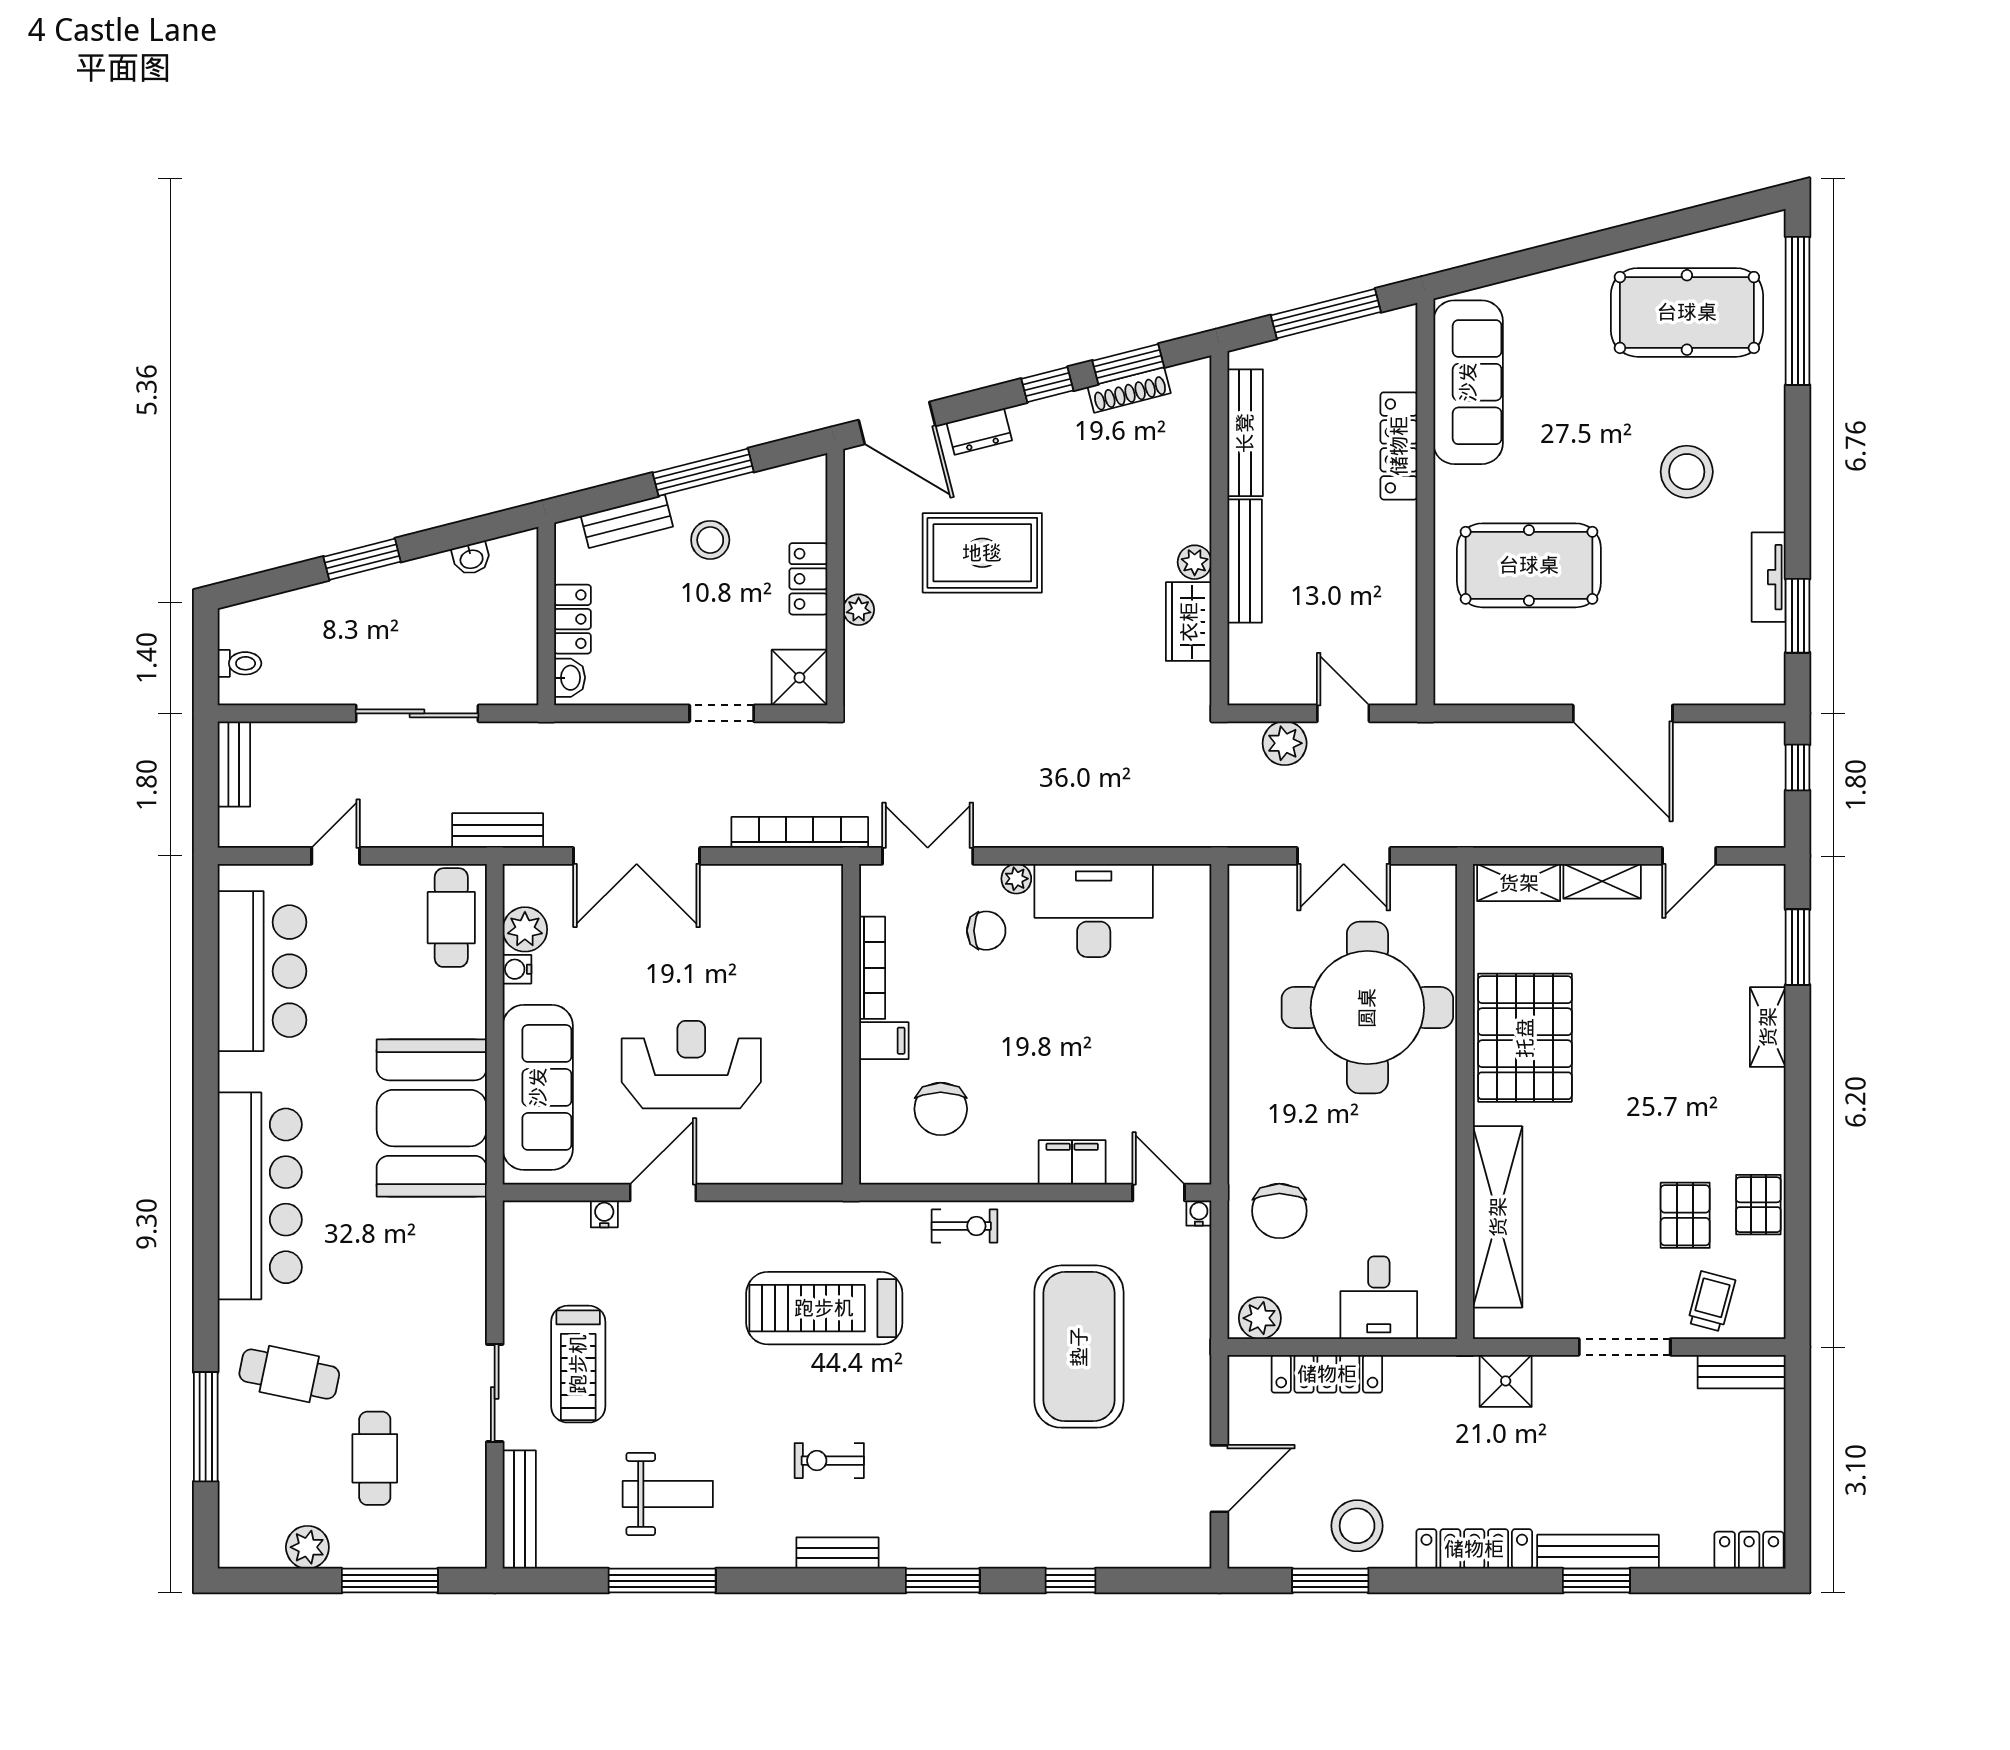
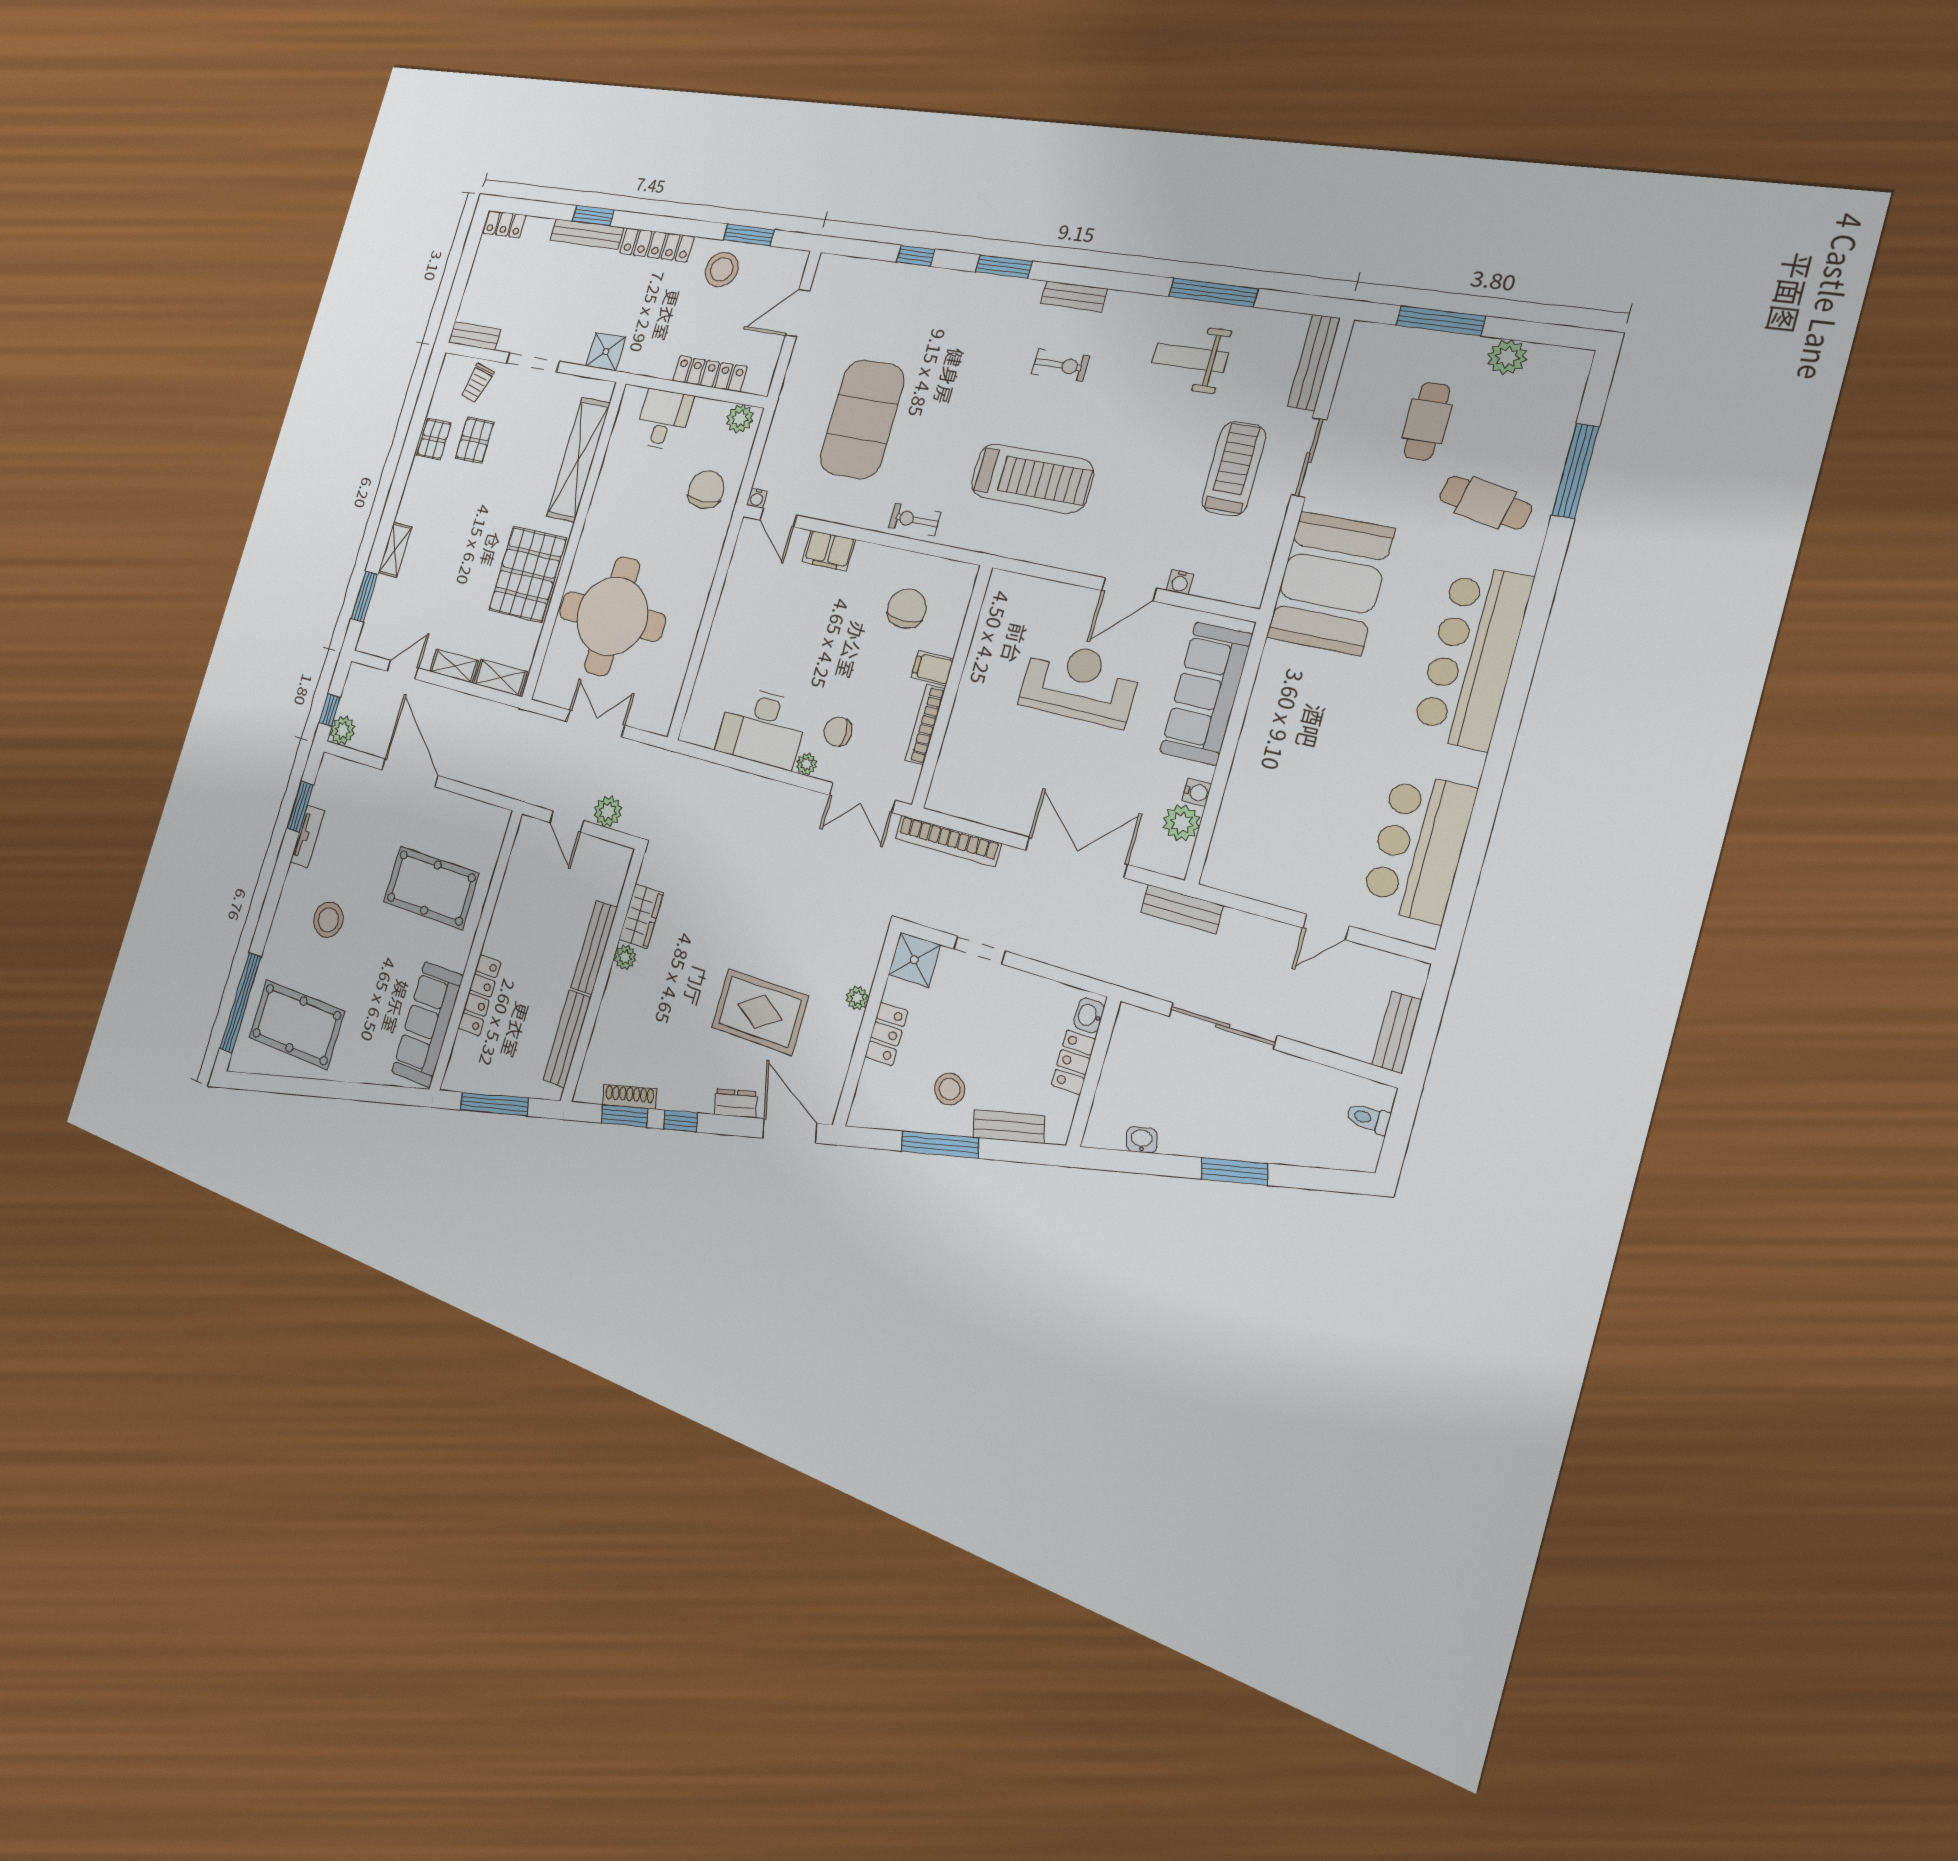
plant: (1763, 744) -> (343, 730), added
cafe table: (451, 918) -> (1240, 848), removed
reception desk: (691, 1065) -> (1079, 683), turned 180
booth: (432, 1118) -> (1331, 583), moved

